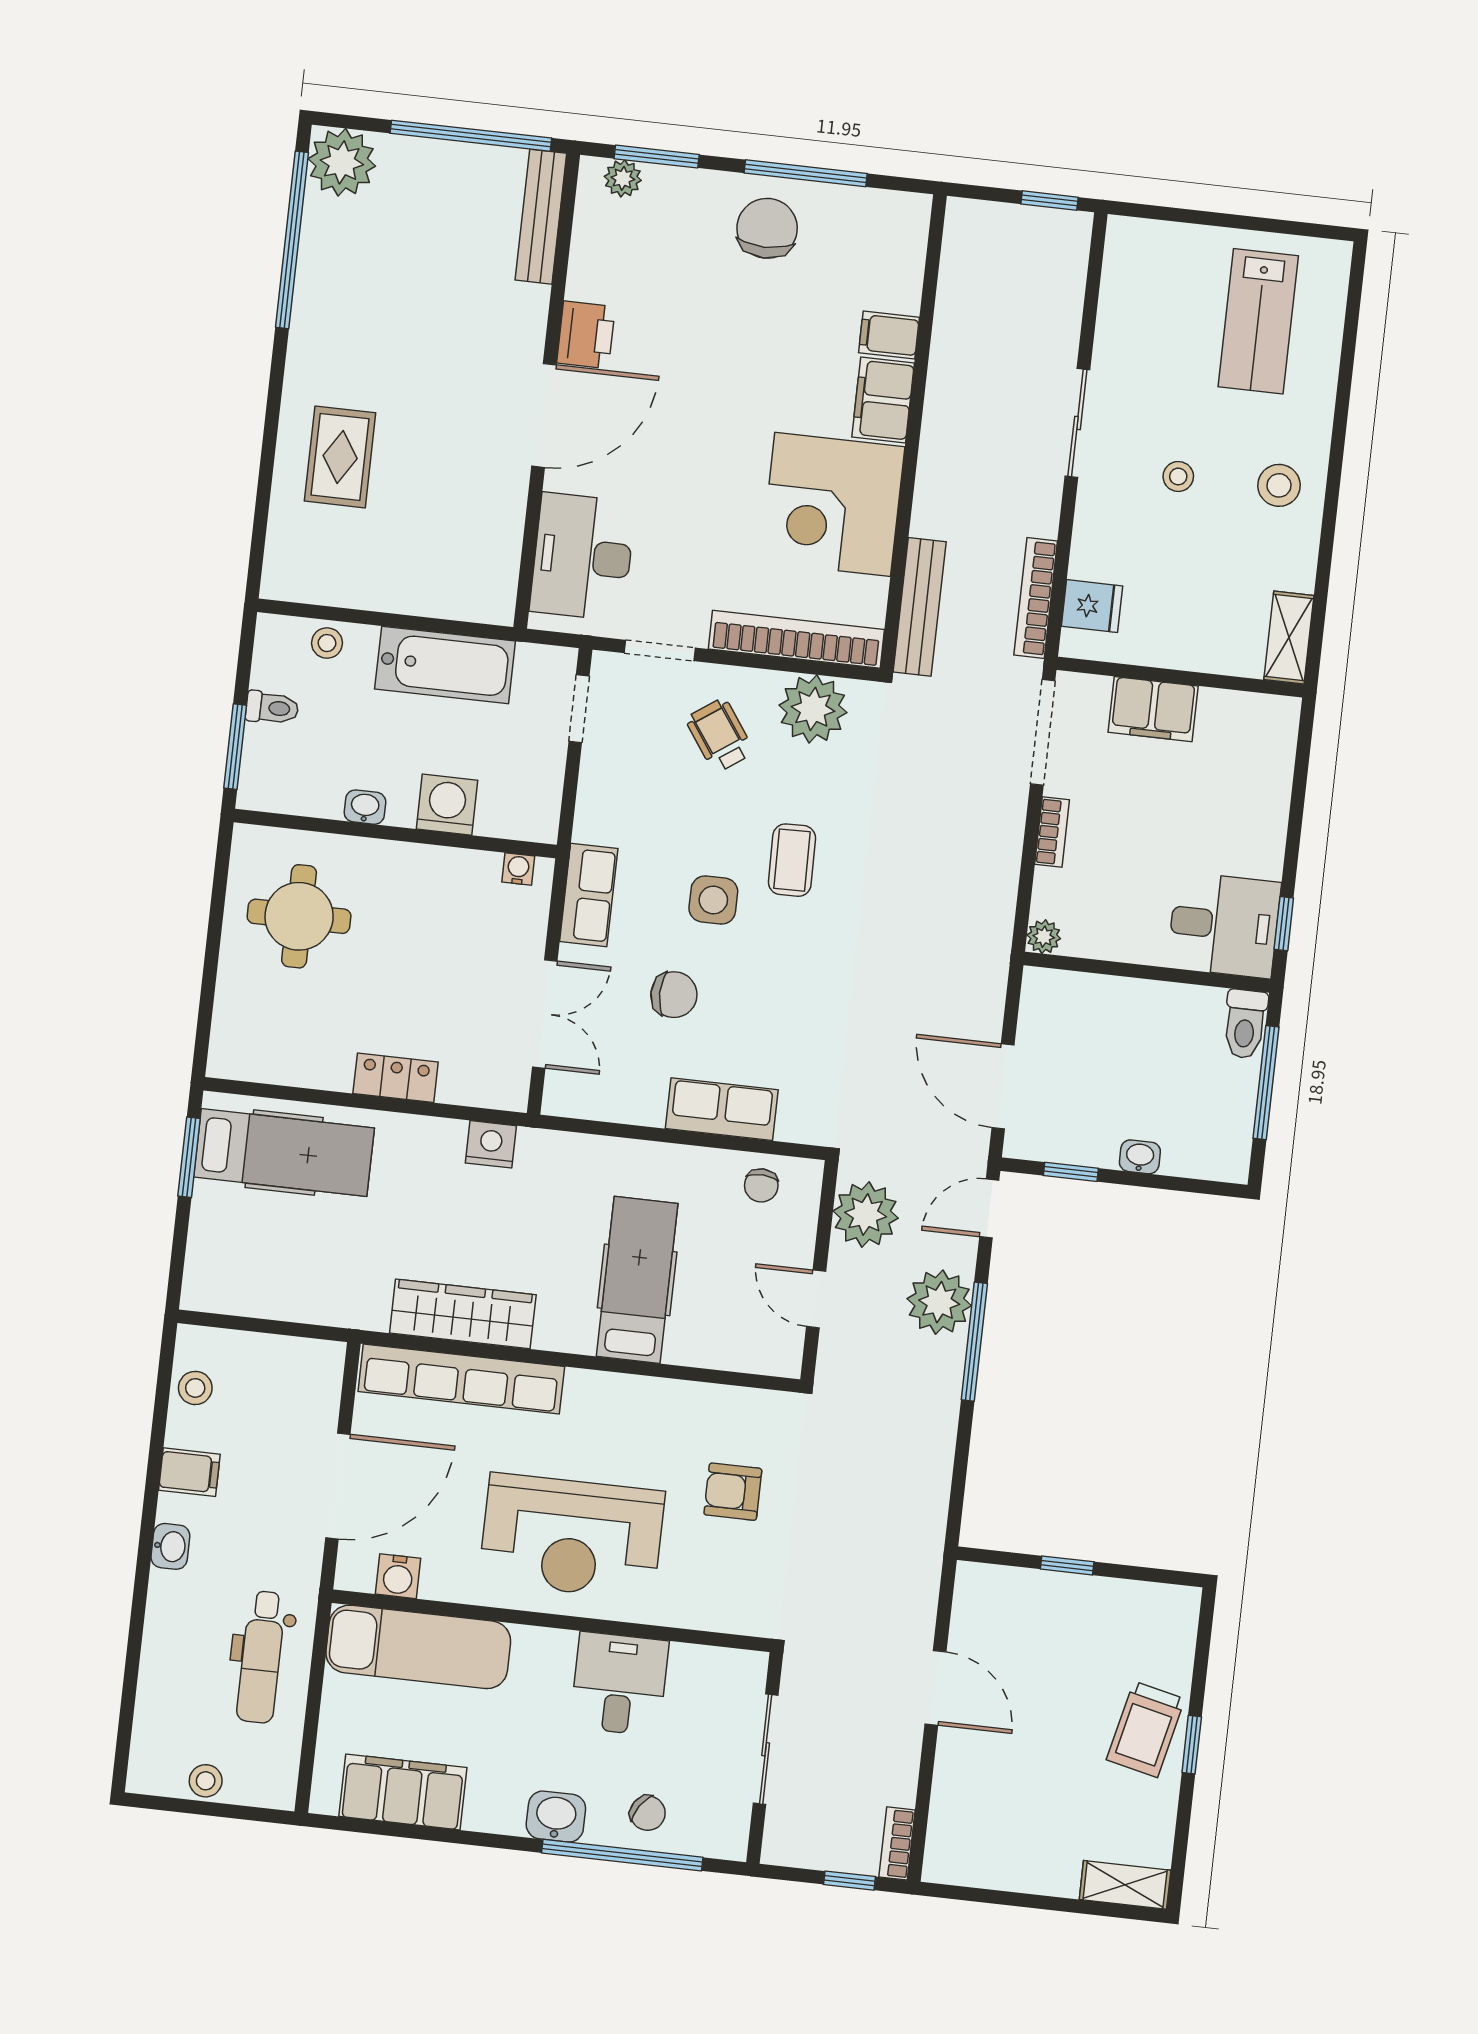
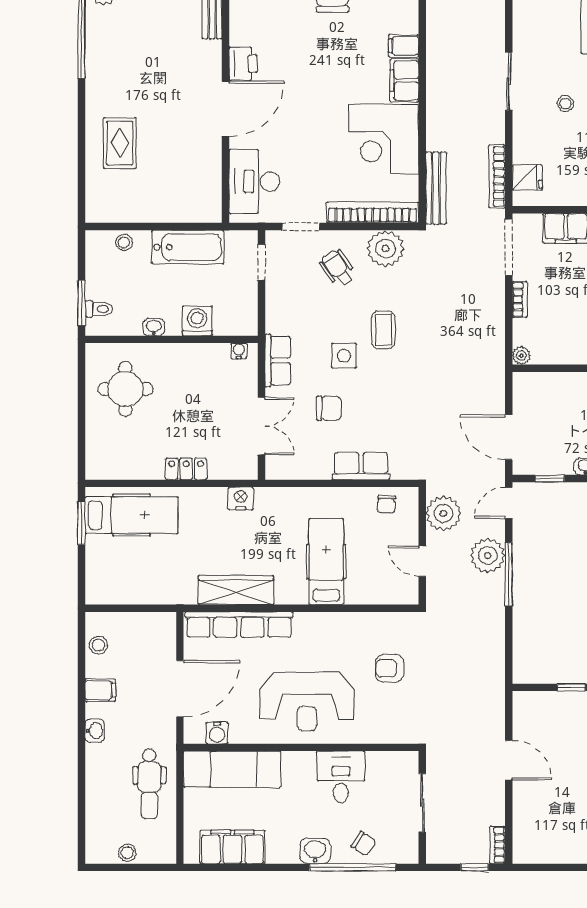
toilet: (272, 708) -> (99, 309), moved

